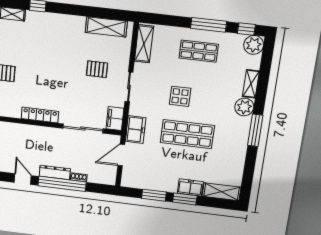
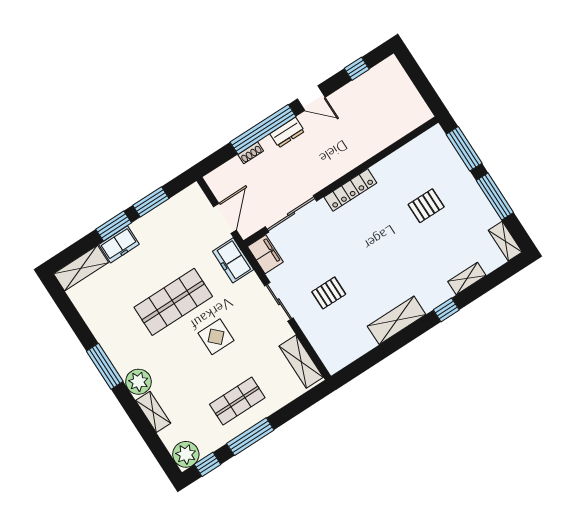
shelving: (106, 27) -> (397, 320), moved
dresser: (55, 173) -> (287, 132), width x0.70

